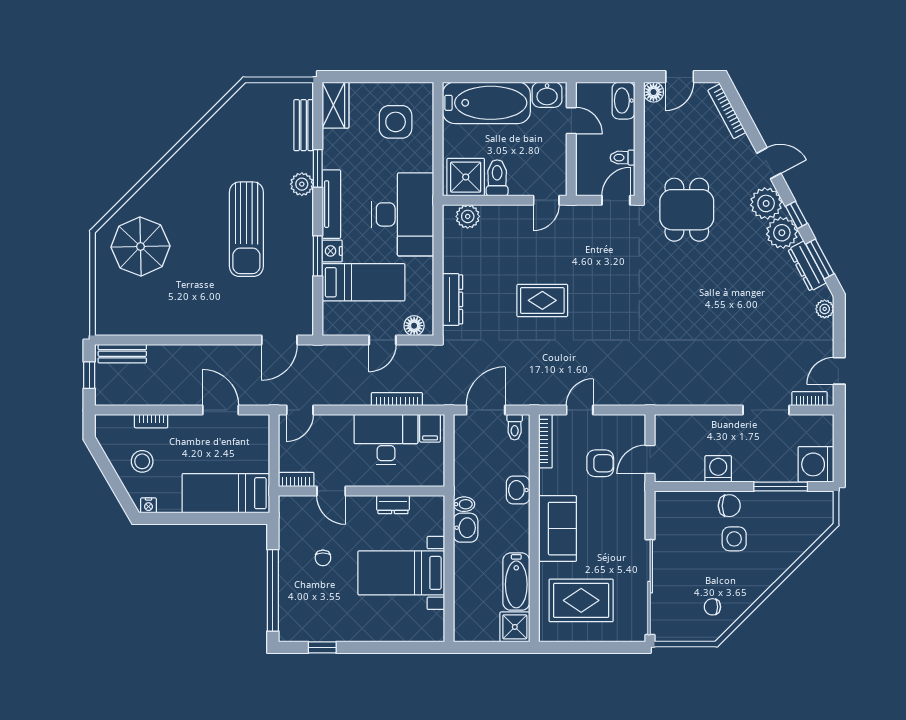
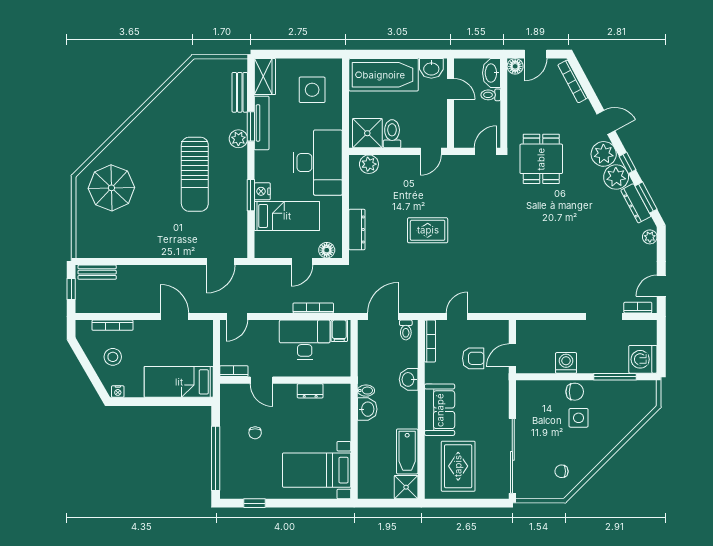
toilet: (622, 158) -> (491, 95), moved
tv unit: (331, 204) -> (262, 123), moved
bookcase: (151, 421) -> (112, 325), width x1.56
bed with nightstands: (401, 573) -> (317, 470), moved
rug: (581, 600) -> (458, 466), turned 90

